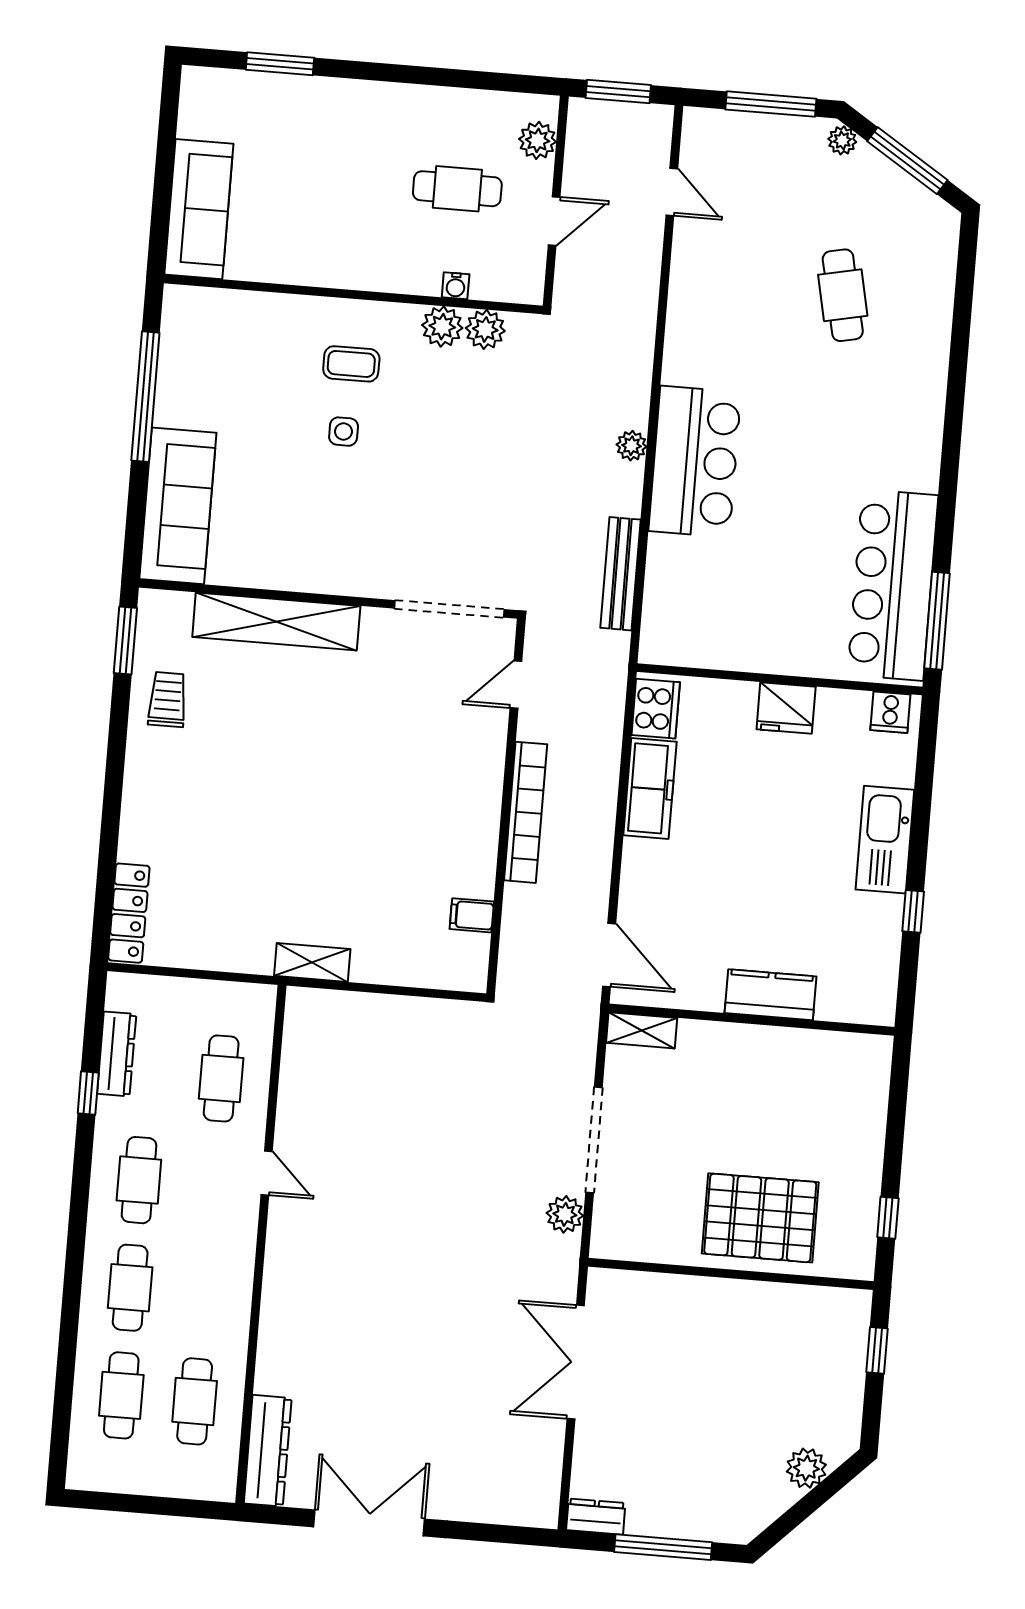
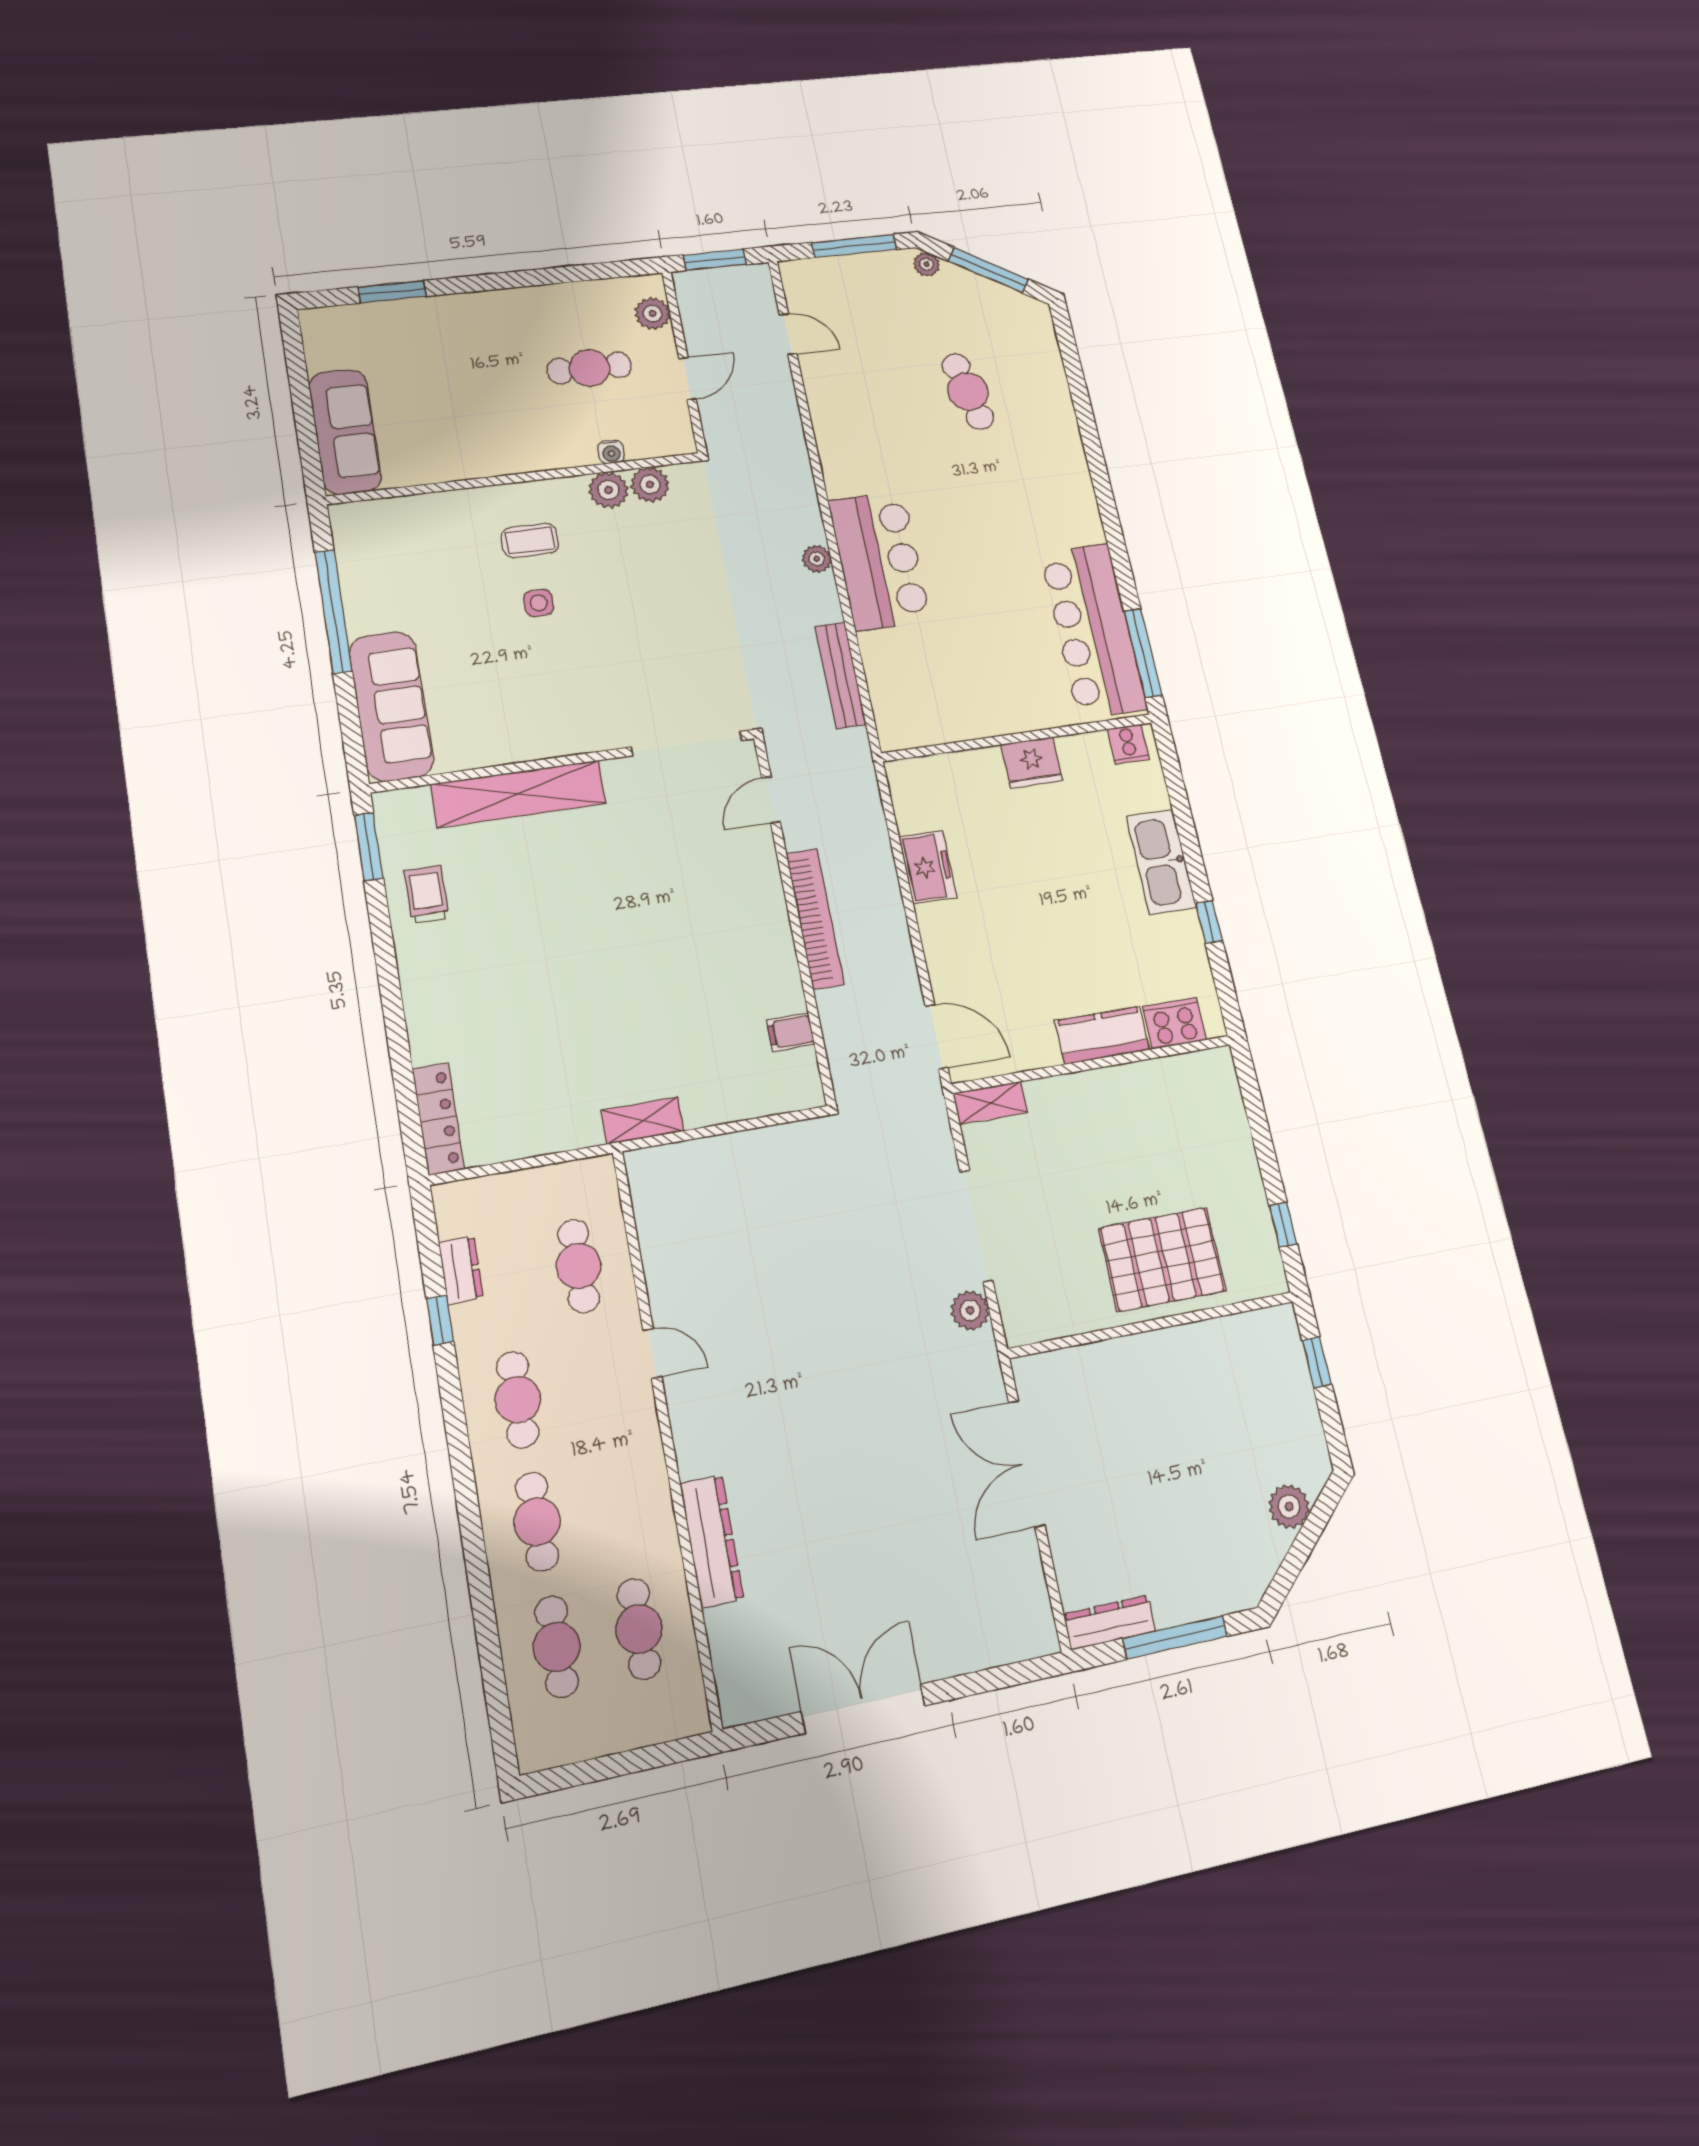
cooker: (656, 709) -> (1175, 1023), moved, turned -90
freezer: (650, 789) -> (928, 867), width x0.71
dresser: (117, 1054) -> (461, 1270), width x0.70
dresser: (268, 1451) -> (712, 1541), moved
dresser: (596, 1517) -> (1109, 1623), width x1.44

